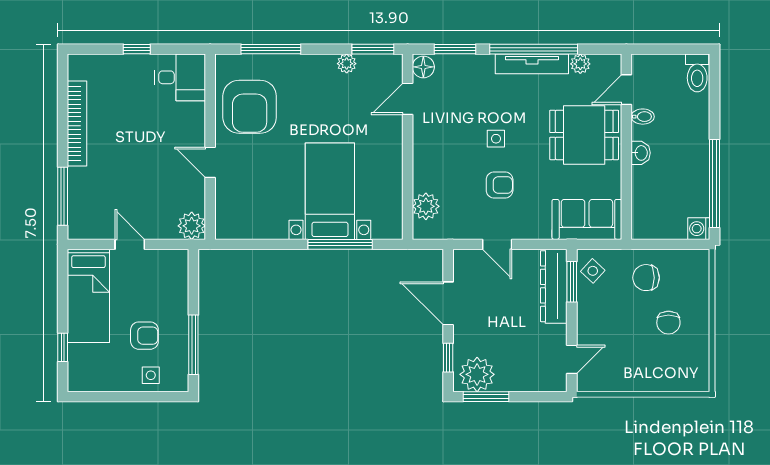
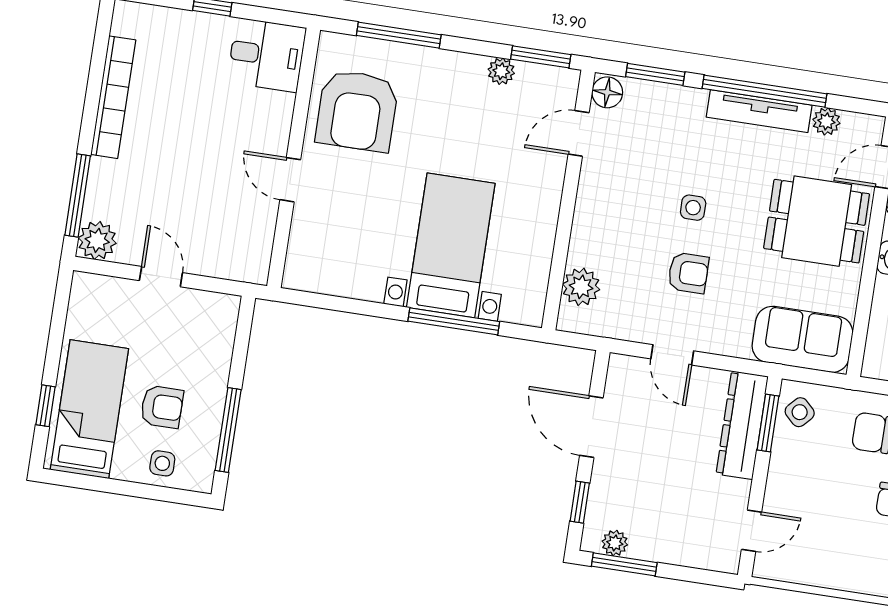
plant: (192, 226) -> (97, 240), moved
bed: (88, 296) -> (89, 409), moved, turned 180
plant: (477, 374) -> (615, 543), width x0.53, depth x0.53

